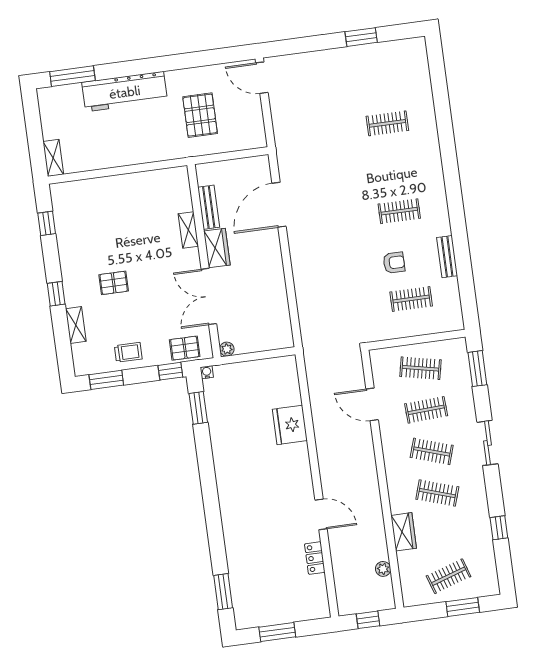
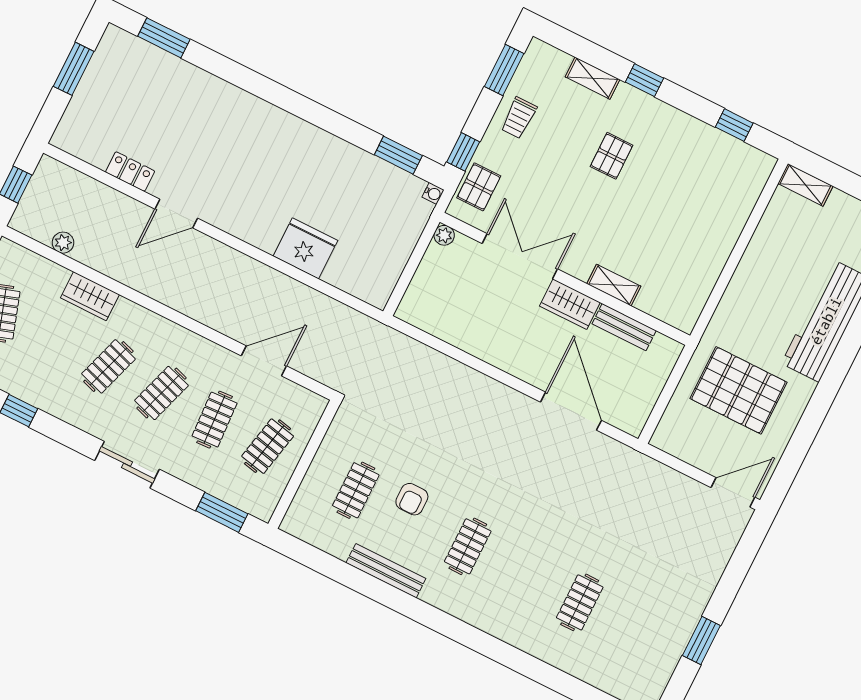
pallet: (200, 115) -> (739, 390), width x1.37, depth x1.41
bench: (447, 257) -> (386, 571), width x1.36

